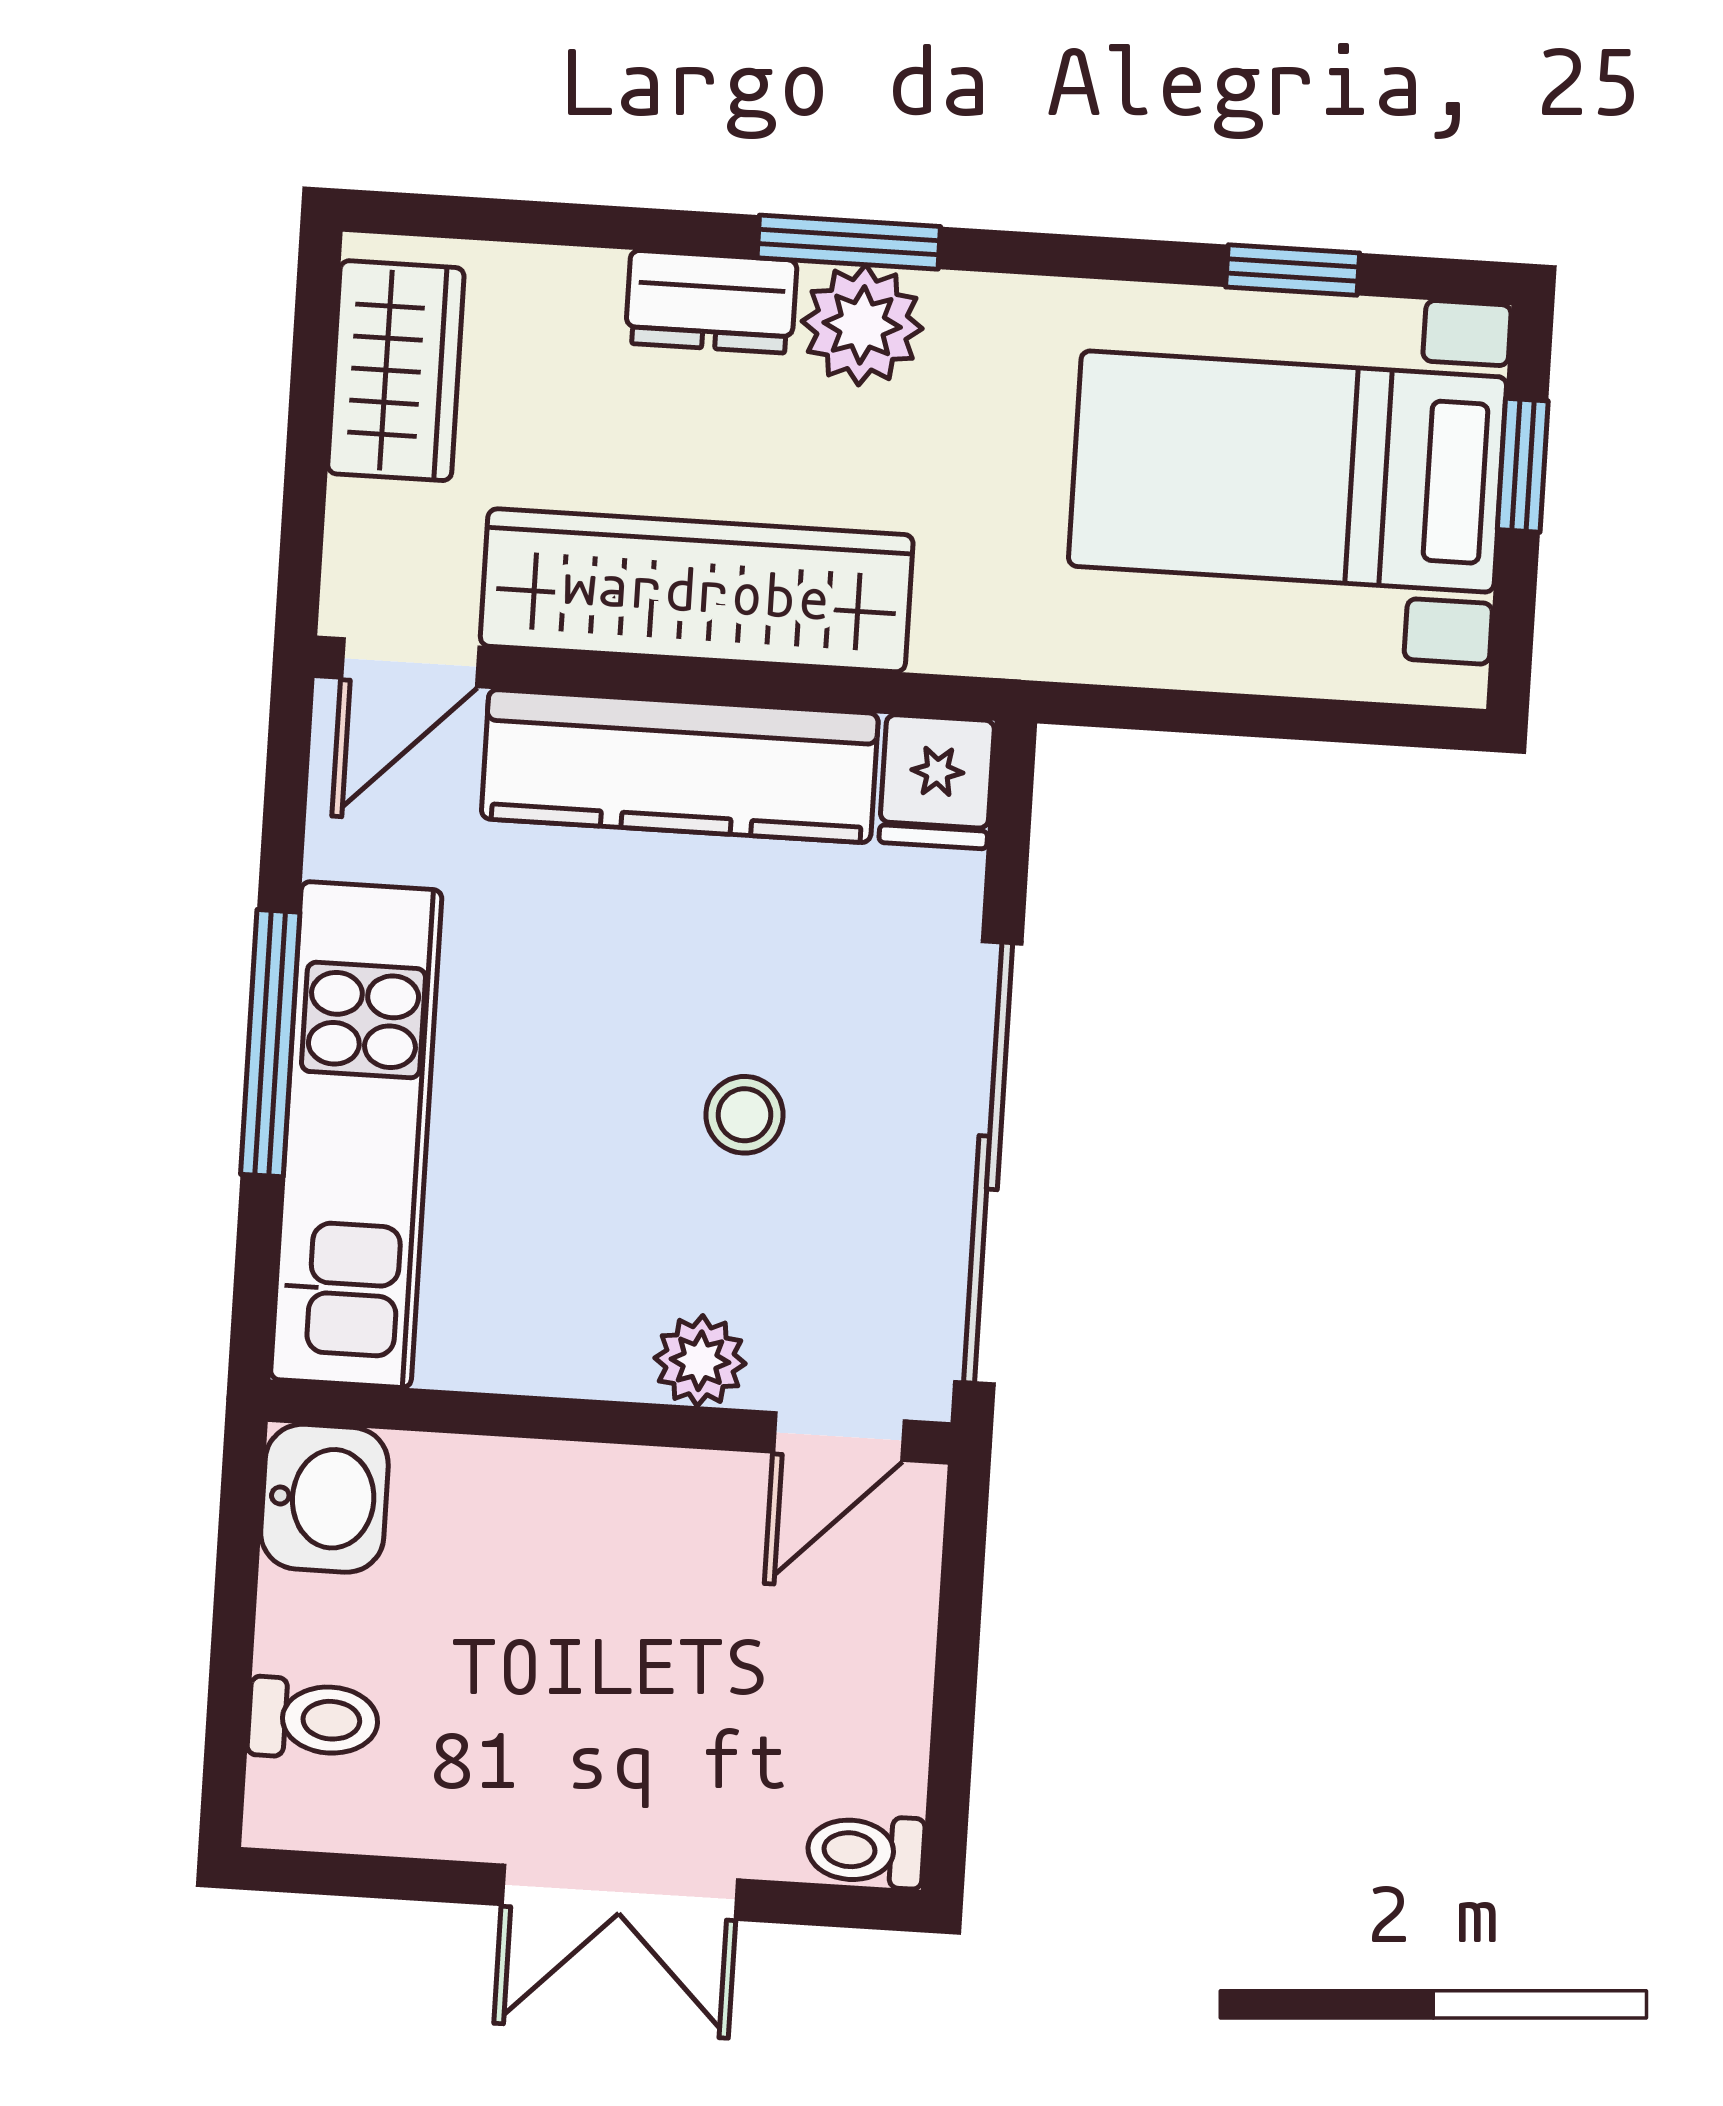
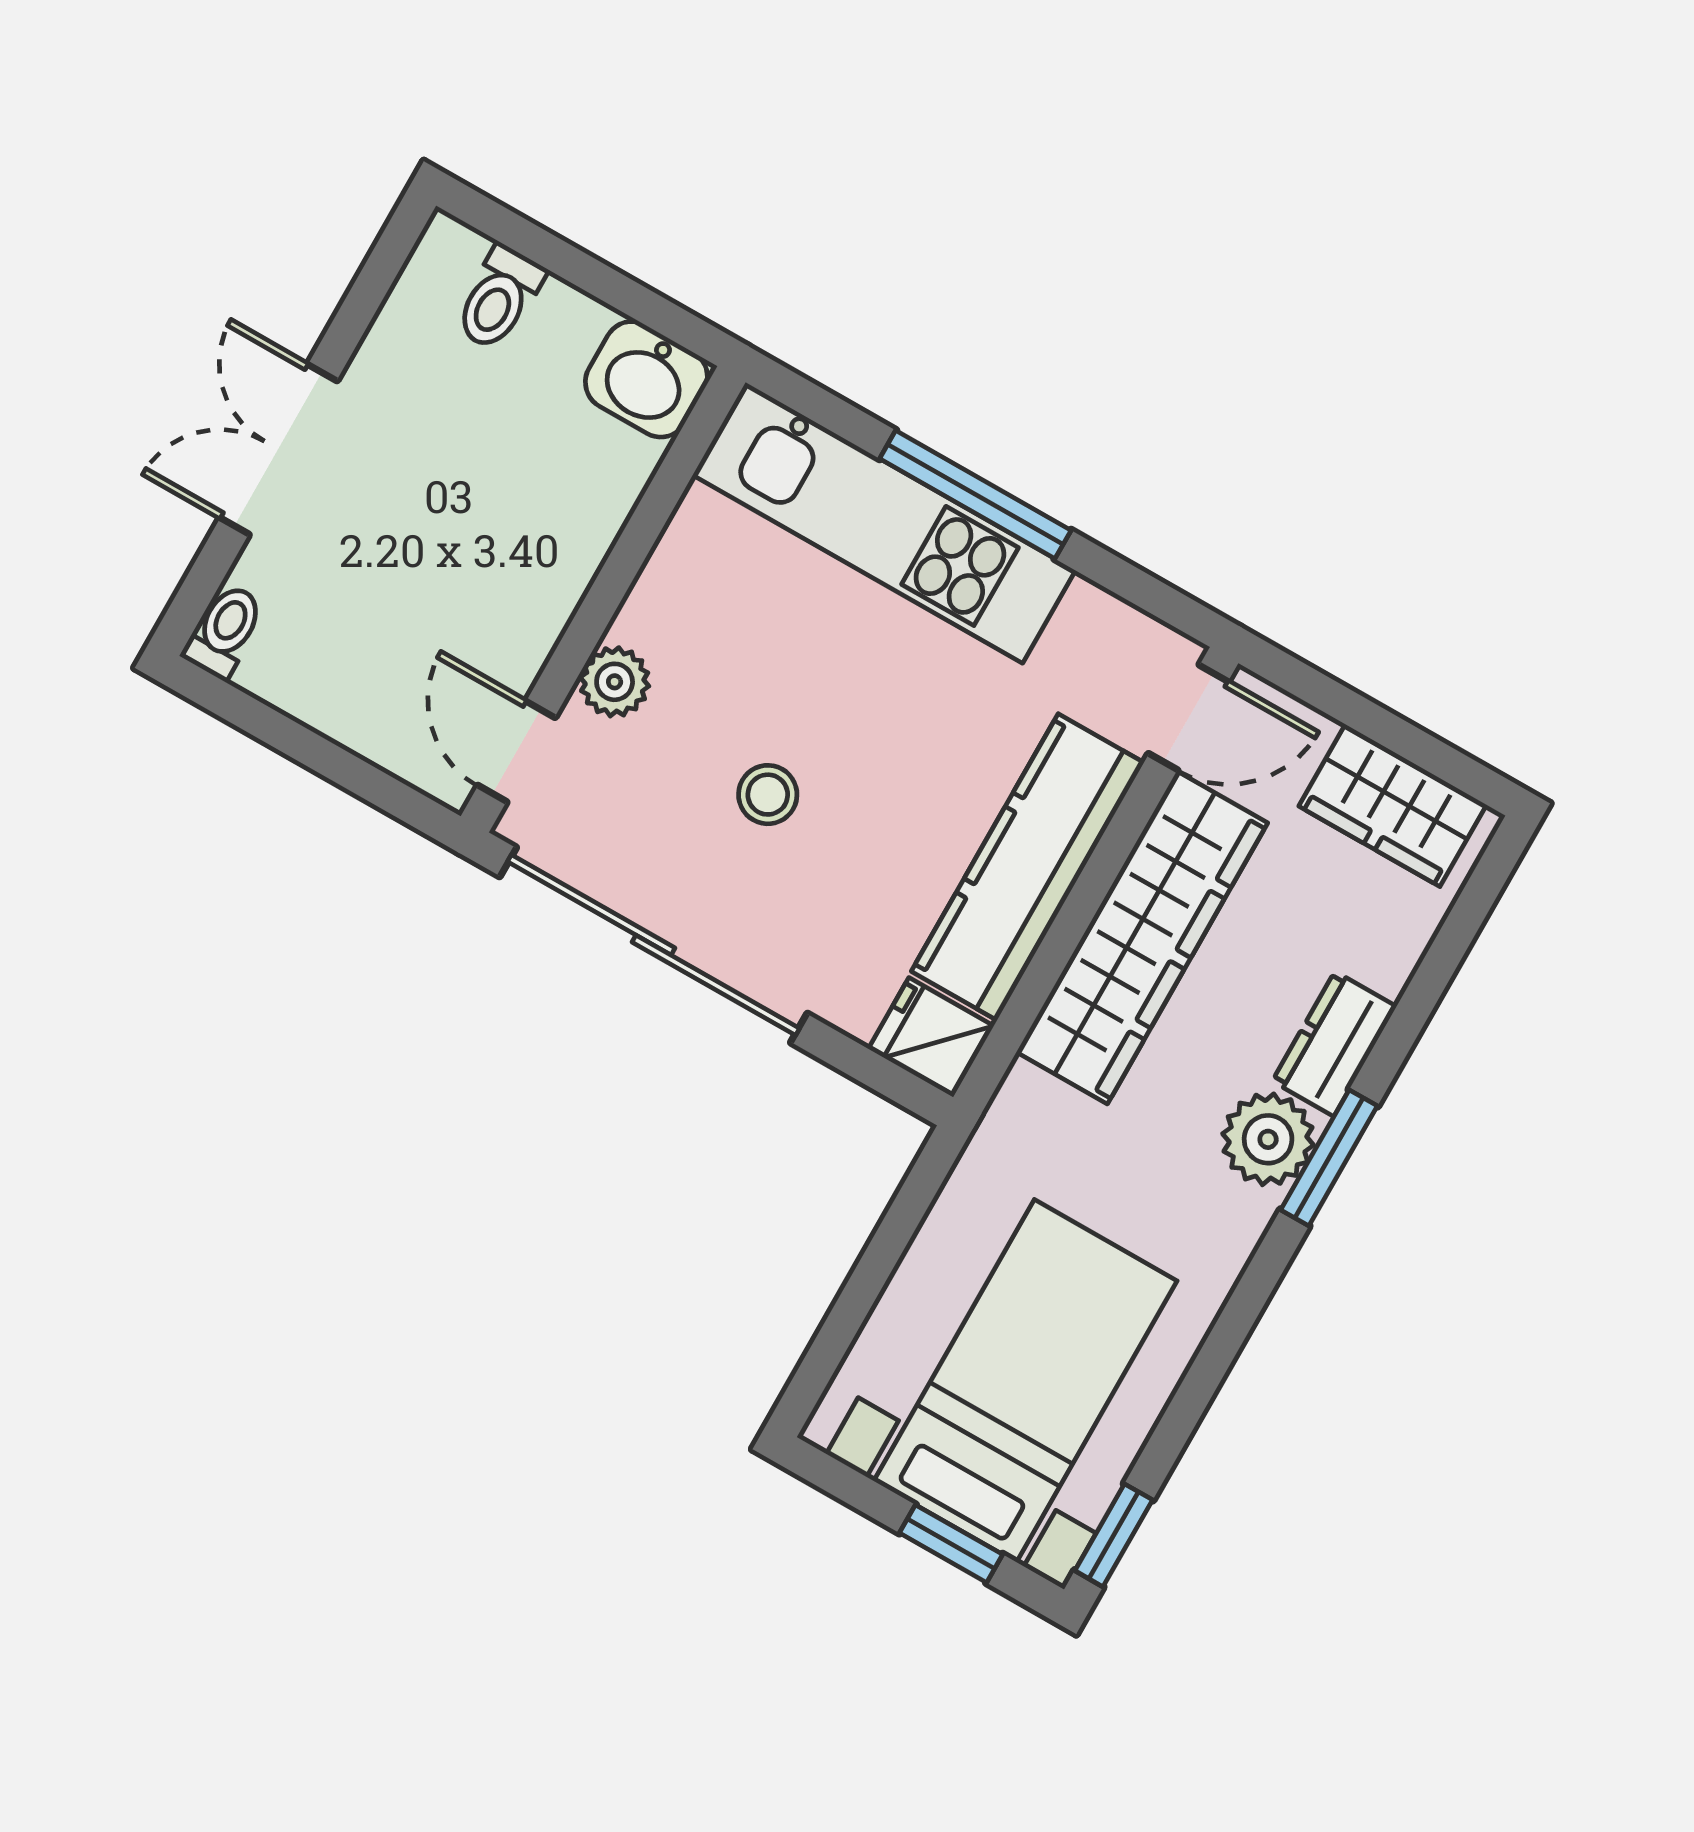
window: (1293, 270) -> (1114, 1535), moved
door: (410, 663) -> (1188, 718), swing flipped

